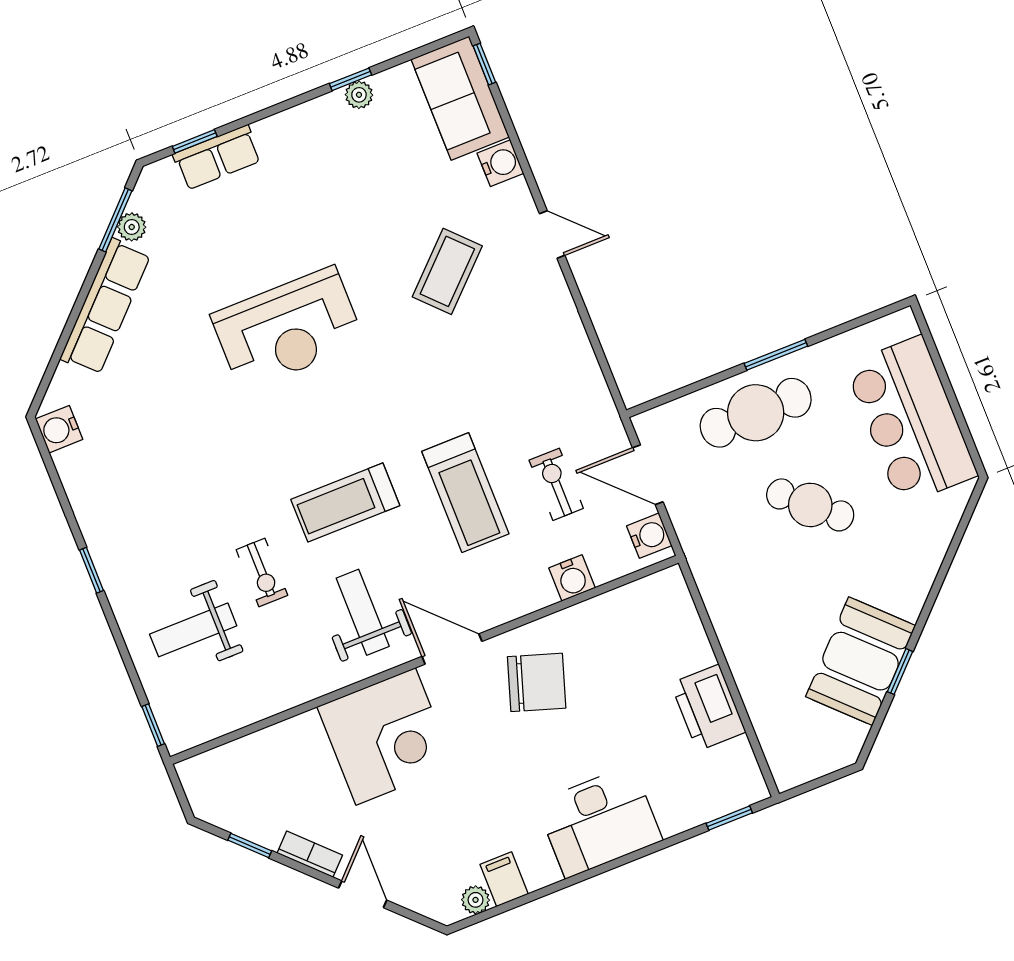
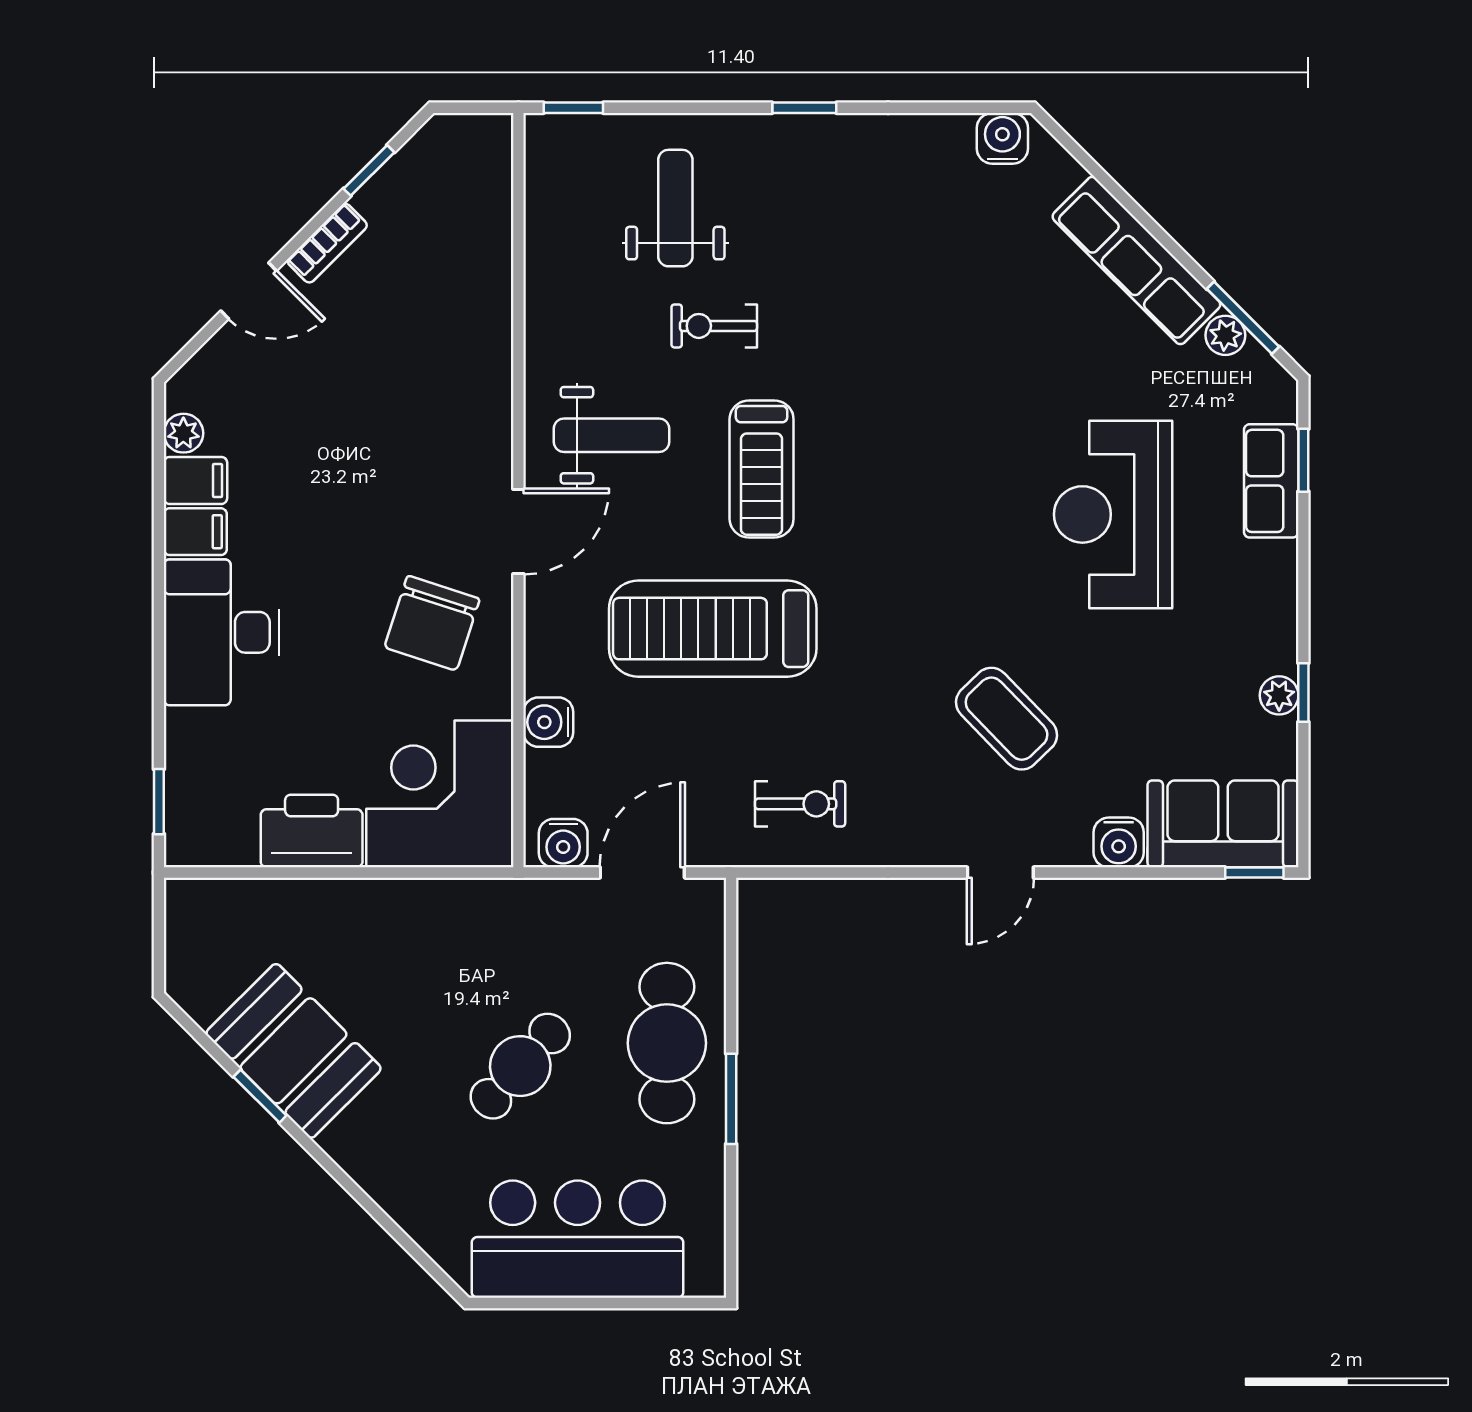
reception desk: (288, 329) -> (1113, 514), moved
exercise bike: (556, 484) -> (800, 804), moved
treadmill: (465, 493) -> (713, 629), width x1.37, depth x1.38
treadmill: (345, 502) -> (762, 469), turned 180
corner desk: (386, 736) -> (440, 794), moved, turned 90
filing cabinet: (538, 866) -> (195, 532), added

